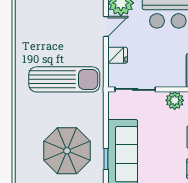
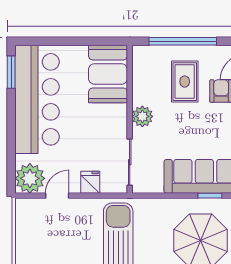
door: (106, 26) -> (57, 196), hinge flipped

